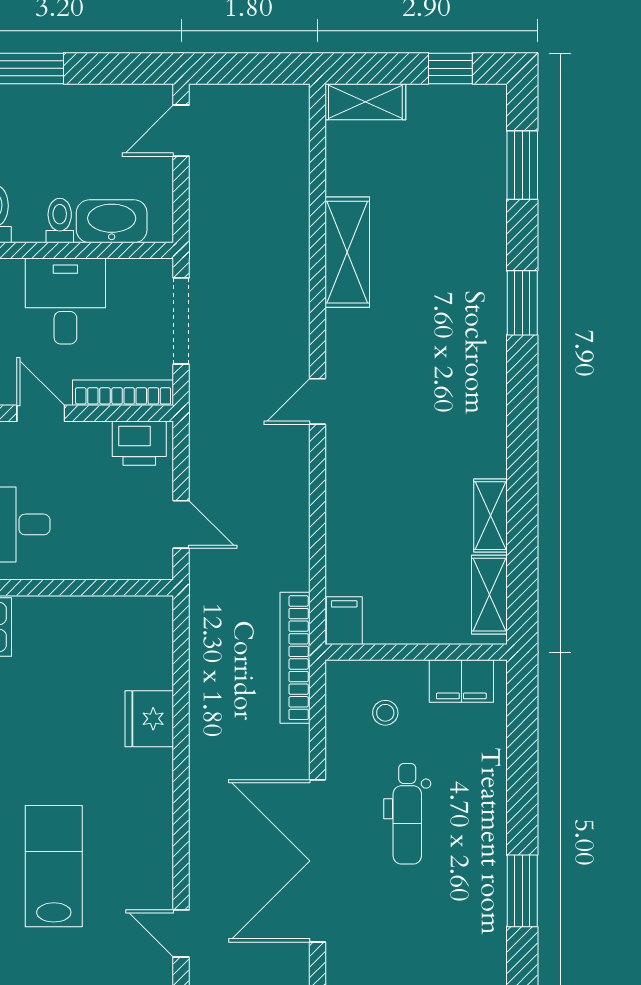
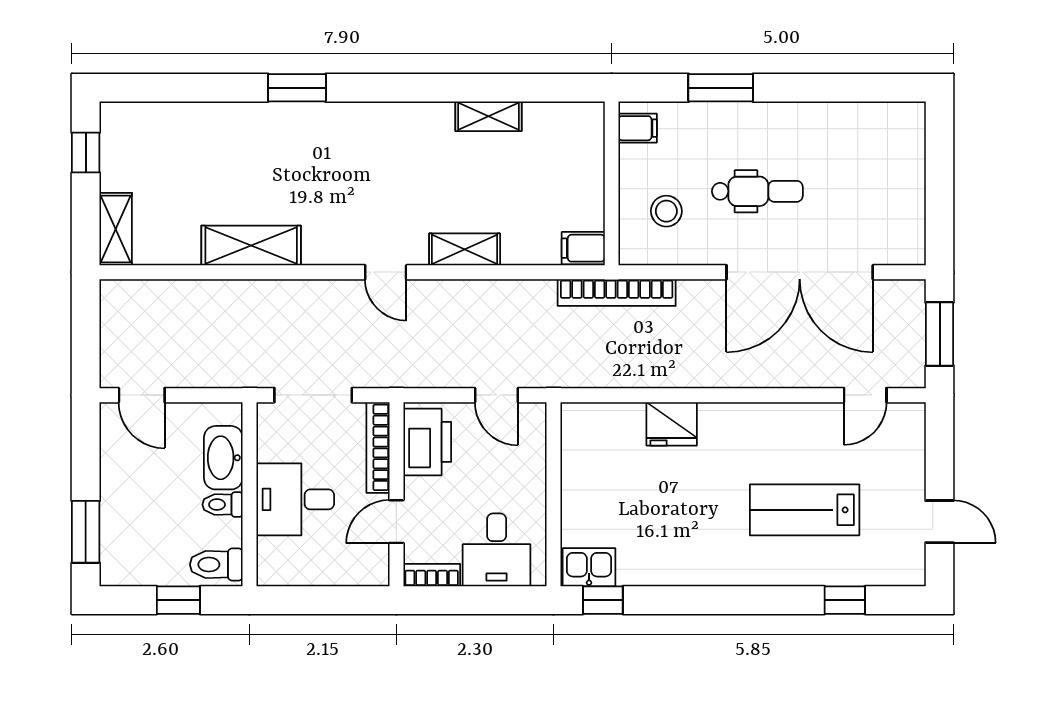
window: (522, 165) -> (173, 88), removed
printer: (139, 443) -> (427, 442), width x1.37, depth x1.19
door: (181, 524) -> (496, 395), swing flipped
shelving: (489, 595) -> (465, 249), moved
filing cabinet: (461, 681) -> (638, 128), width x0.50
stool: (385, 713) -> (666, 211), width x1.37, depth x1.37
window: (522, 891) -> (721, 88), moved

